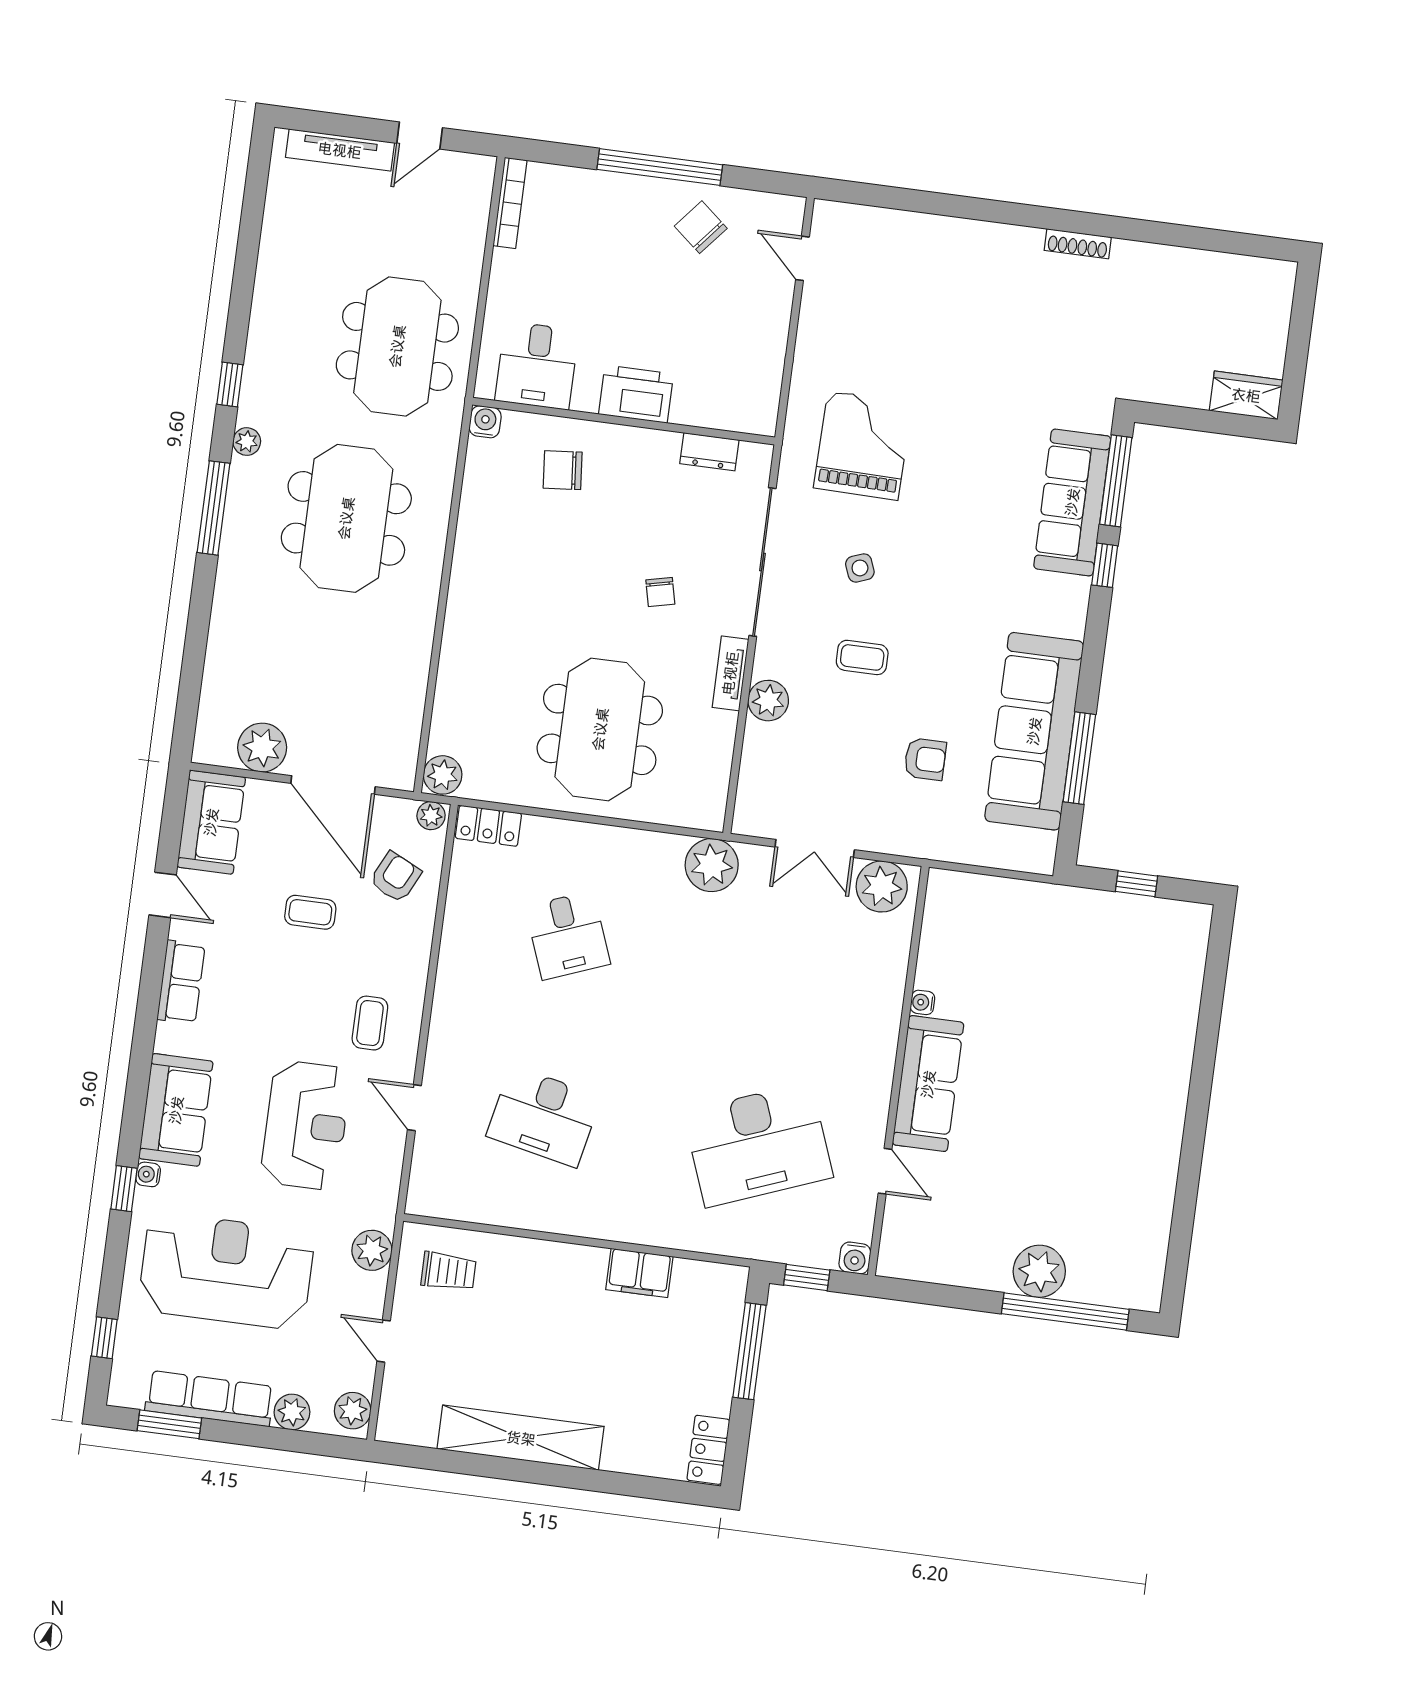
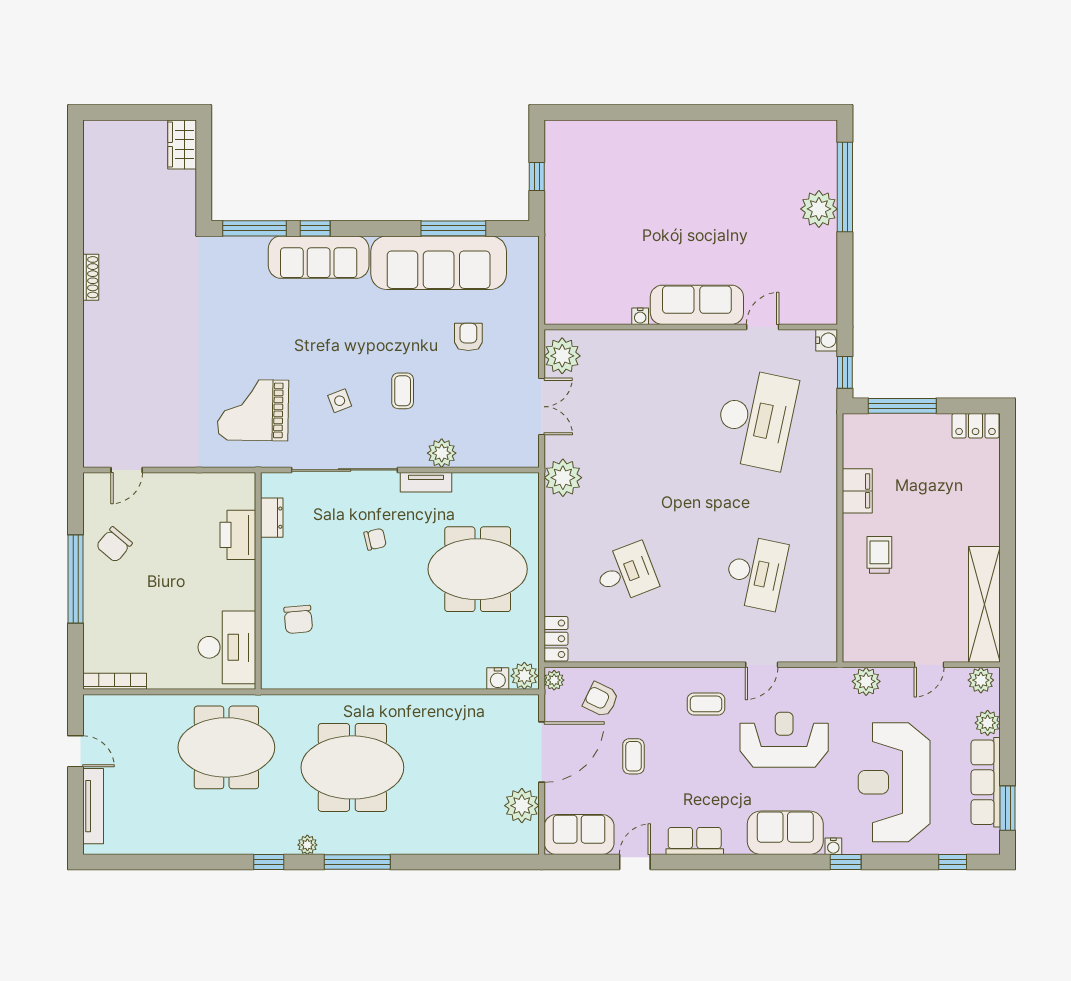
desk: (537, 365) -> (227, 647), width x1.37
printer: (636, 394) -> (238, 535), moved
water cooler: (485, 422) -> (498, 679), moved, turned -90
sofa: (1072, 502) -> (319, 257), moved
desk: (758, 1145) -> (756, 419), turned 33
trolley: (448, 1271) -> (879, 555), moved
shelving: (521, 1438) -> (984, 604), moved

